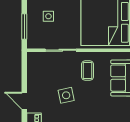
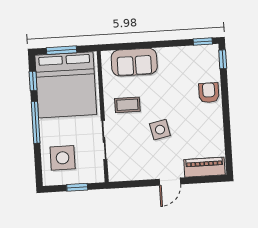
side table: (48, 16) -> (63, 158), width x1.87, depth x1.87
window: (24, 27) -> (77, 187), width x0.67

